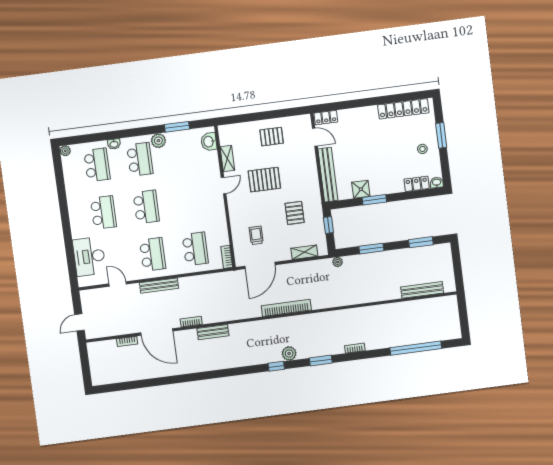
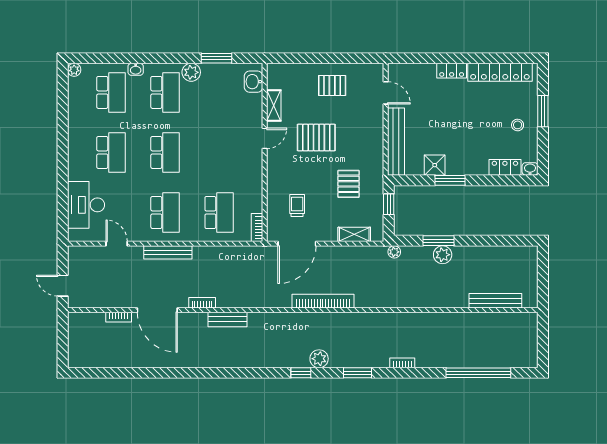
locker: (326, 118) -> (452, 71), moved
window: (421, 242) -> (501, 241), removed
plant: (376, 259) -> (443, 255), added
door: (79, 322) -> (63, 286), hinge flipped

